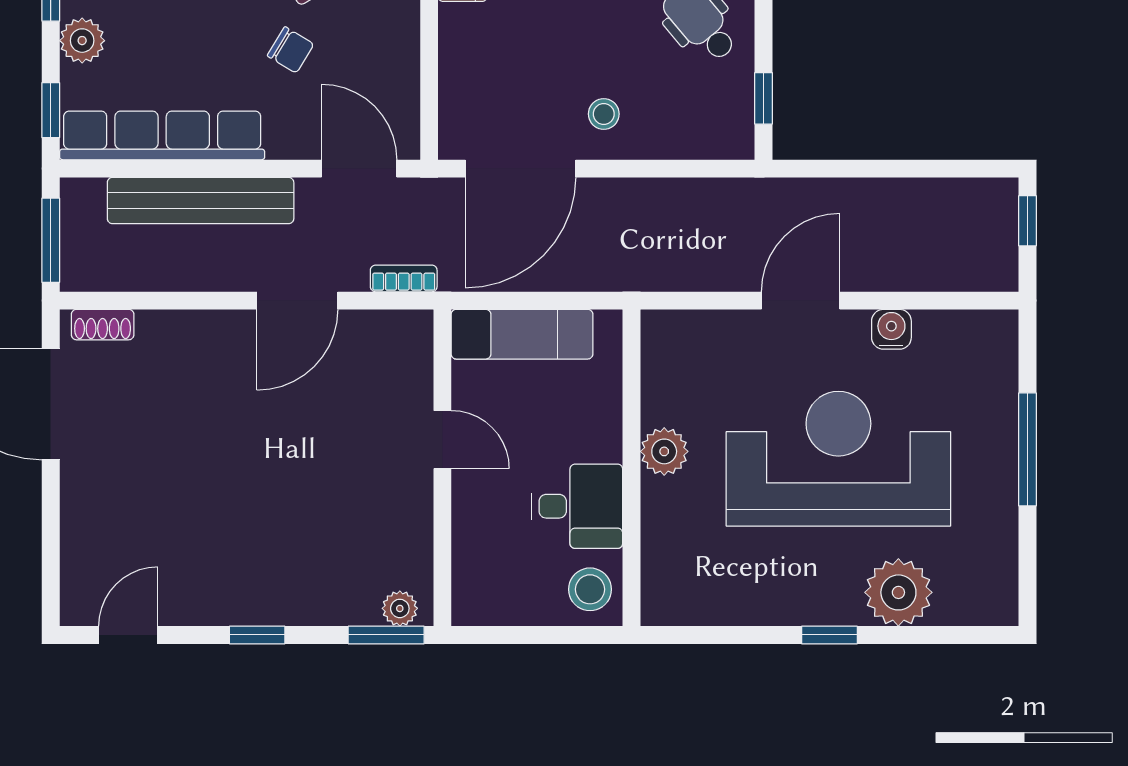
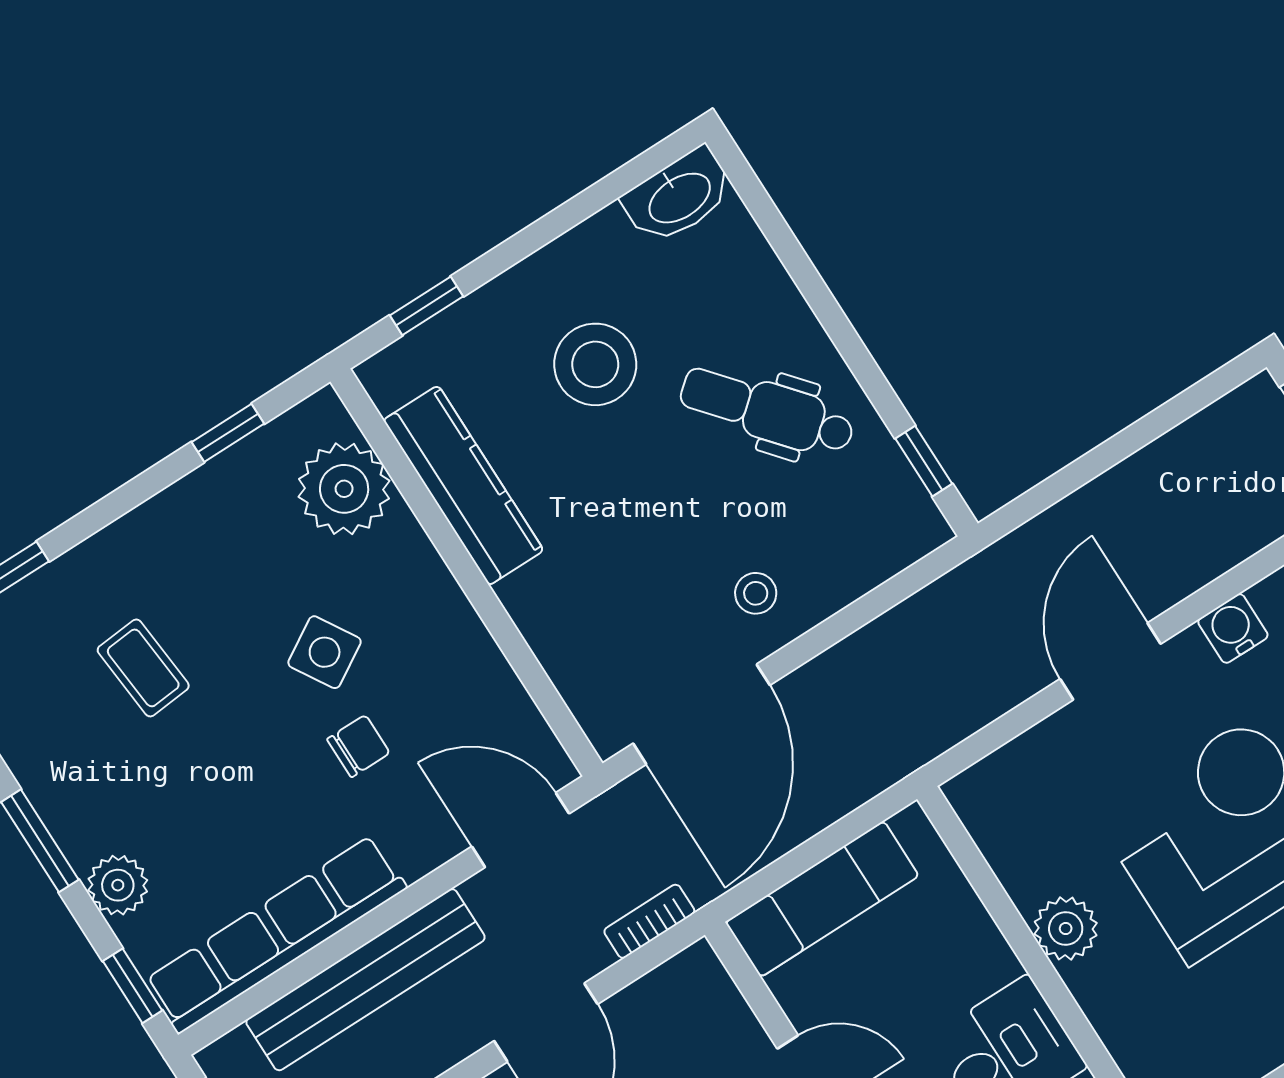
chair: (291, 50) -> (358, 746), turned -31

